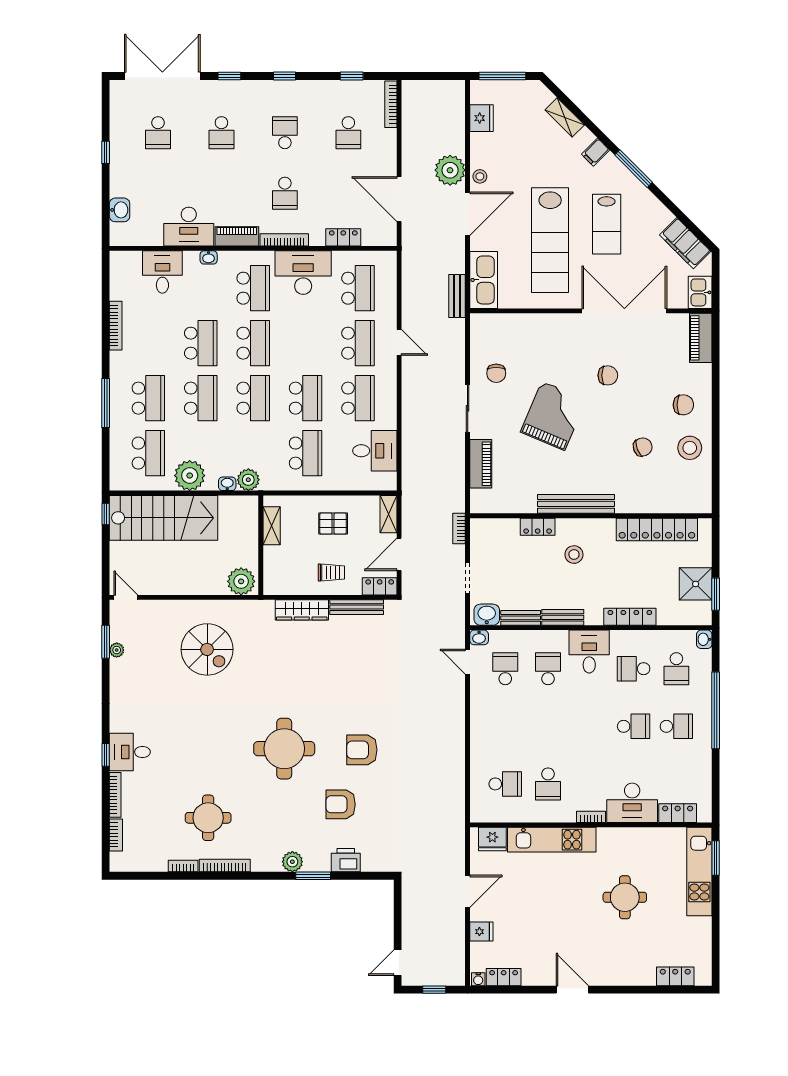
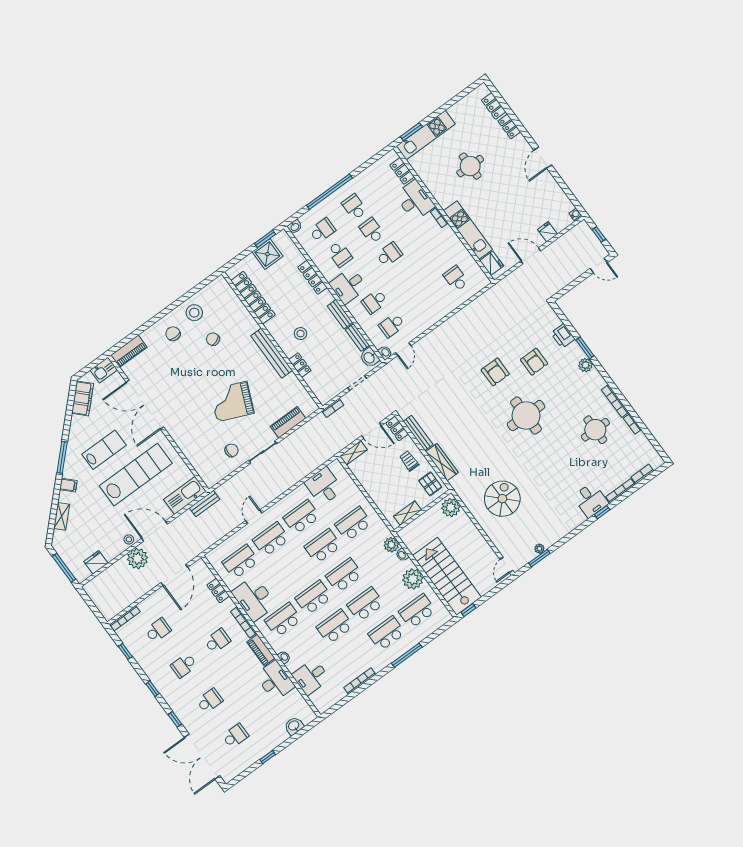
chair: (608, 375) -> (187, 388), removed
pallet: (333, 523) -> (430, 484), moved
school desk: (548, 784) -> (389, 254), moved
locker: (504, 977) -> (509, 126), moved

